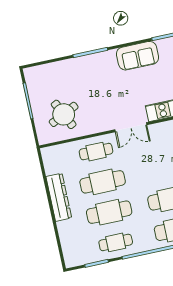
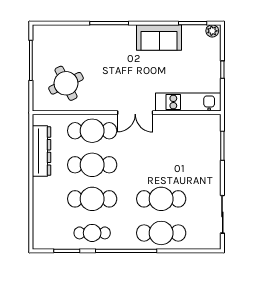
cafe table: (96, 152) -> (92, 131), width x1.37, depth x1.35
dresser: (59, 197) -> (41, 151), moved

